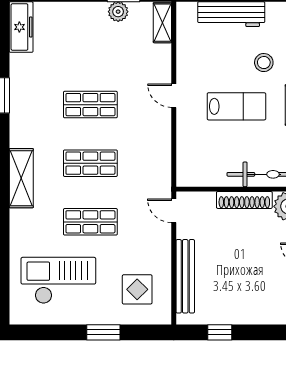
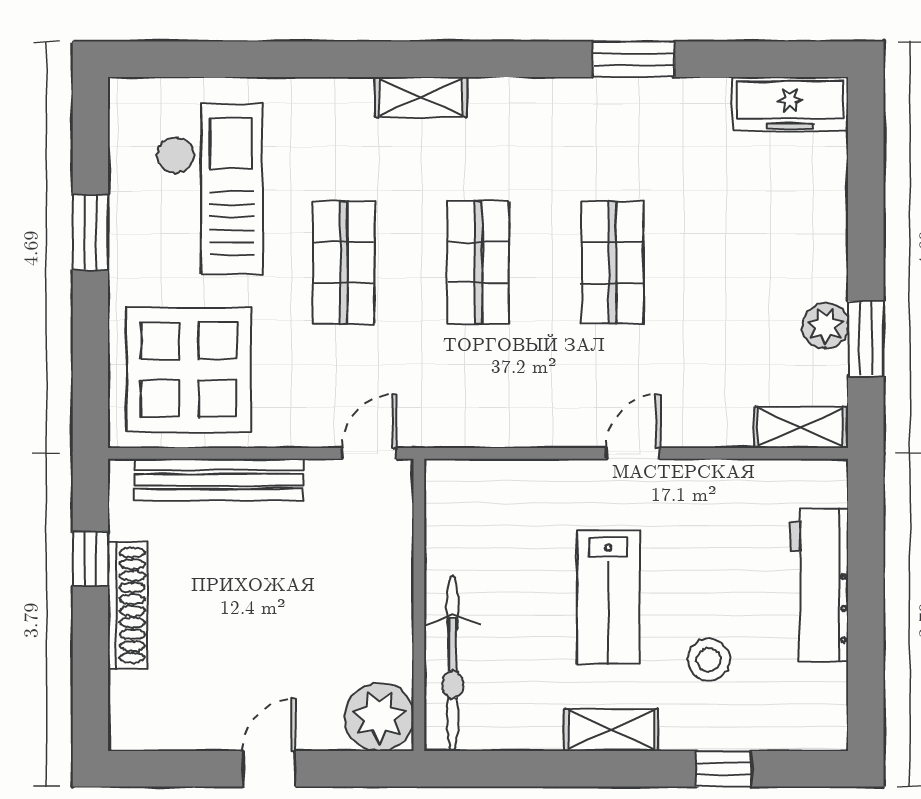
shelving: (21, 178) -> (421, 97), width x0.67, depth x0.75
shoe rack: (244, 200) -> (128, 605), moved, turned 180
display table: (137, 289) -> (189, 370), width x1.86, depth x1.86
window: (103, 332) -> (90, 232), moved

